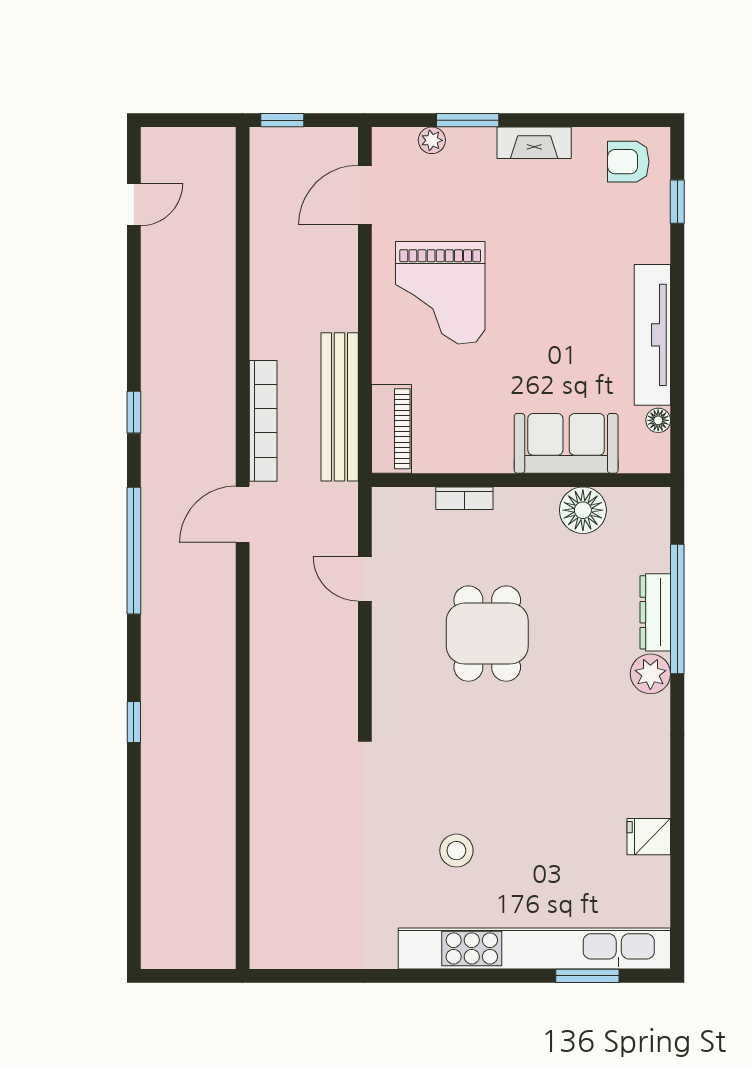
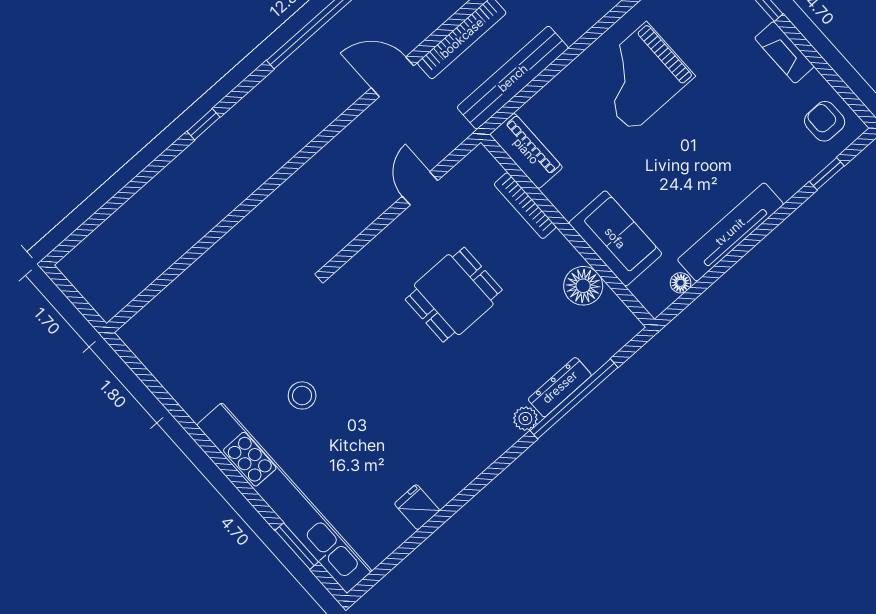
piano: (391, 429) -> (526, 151), moved, turned -90
bookcase: (464, 498) -> (525, 206), width x1.56
plant: (650, 674) -> (525, 419), width x0.73, depth x0.73

